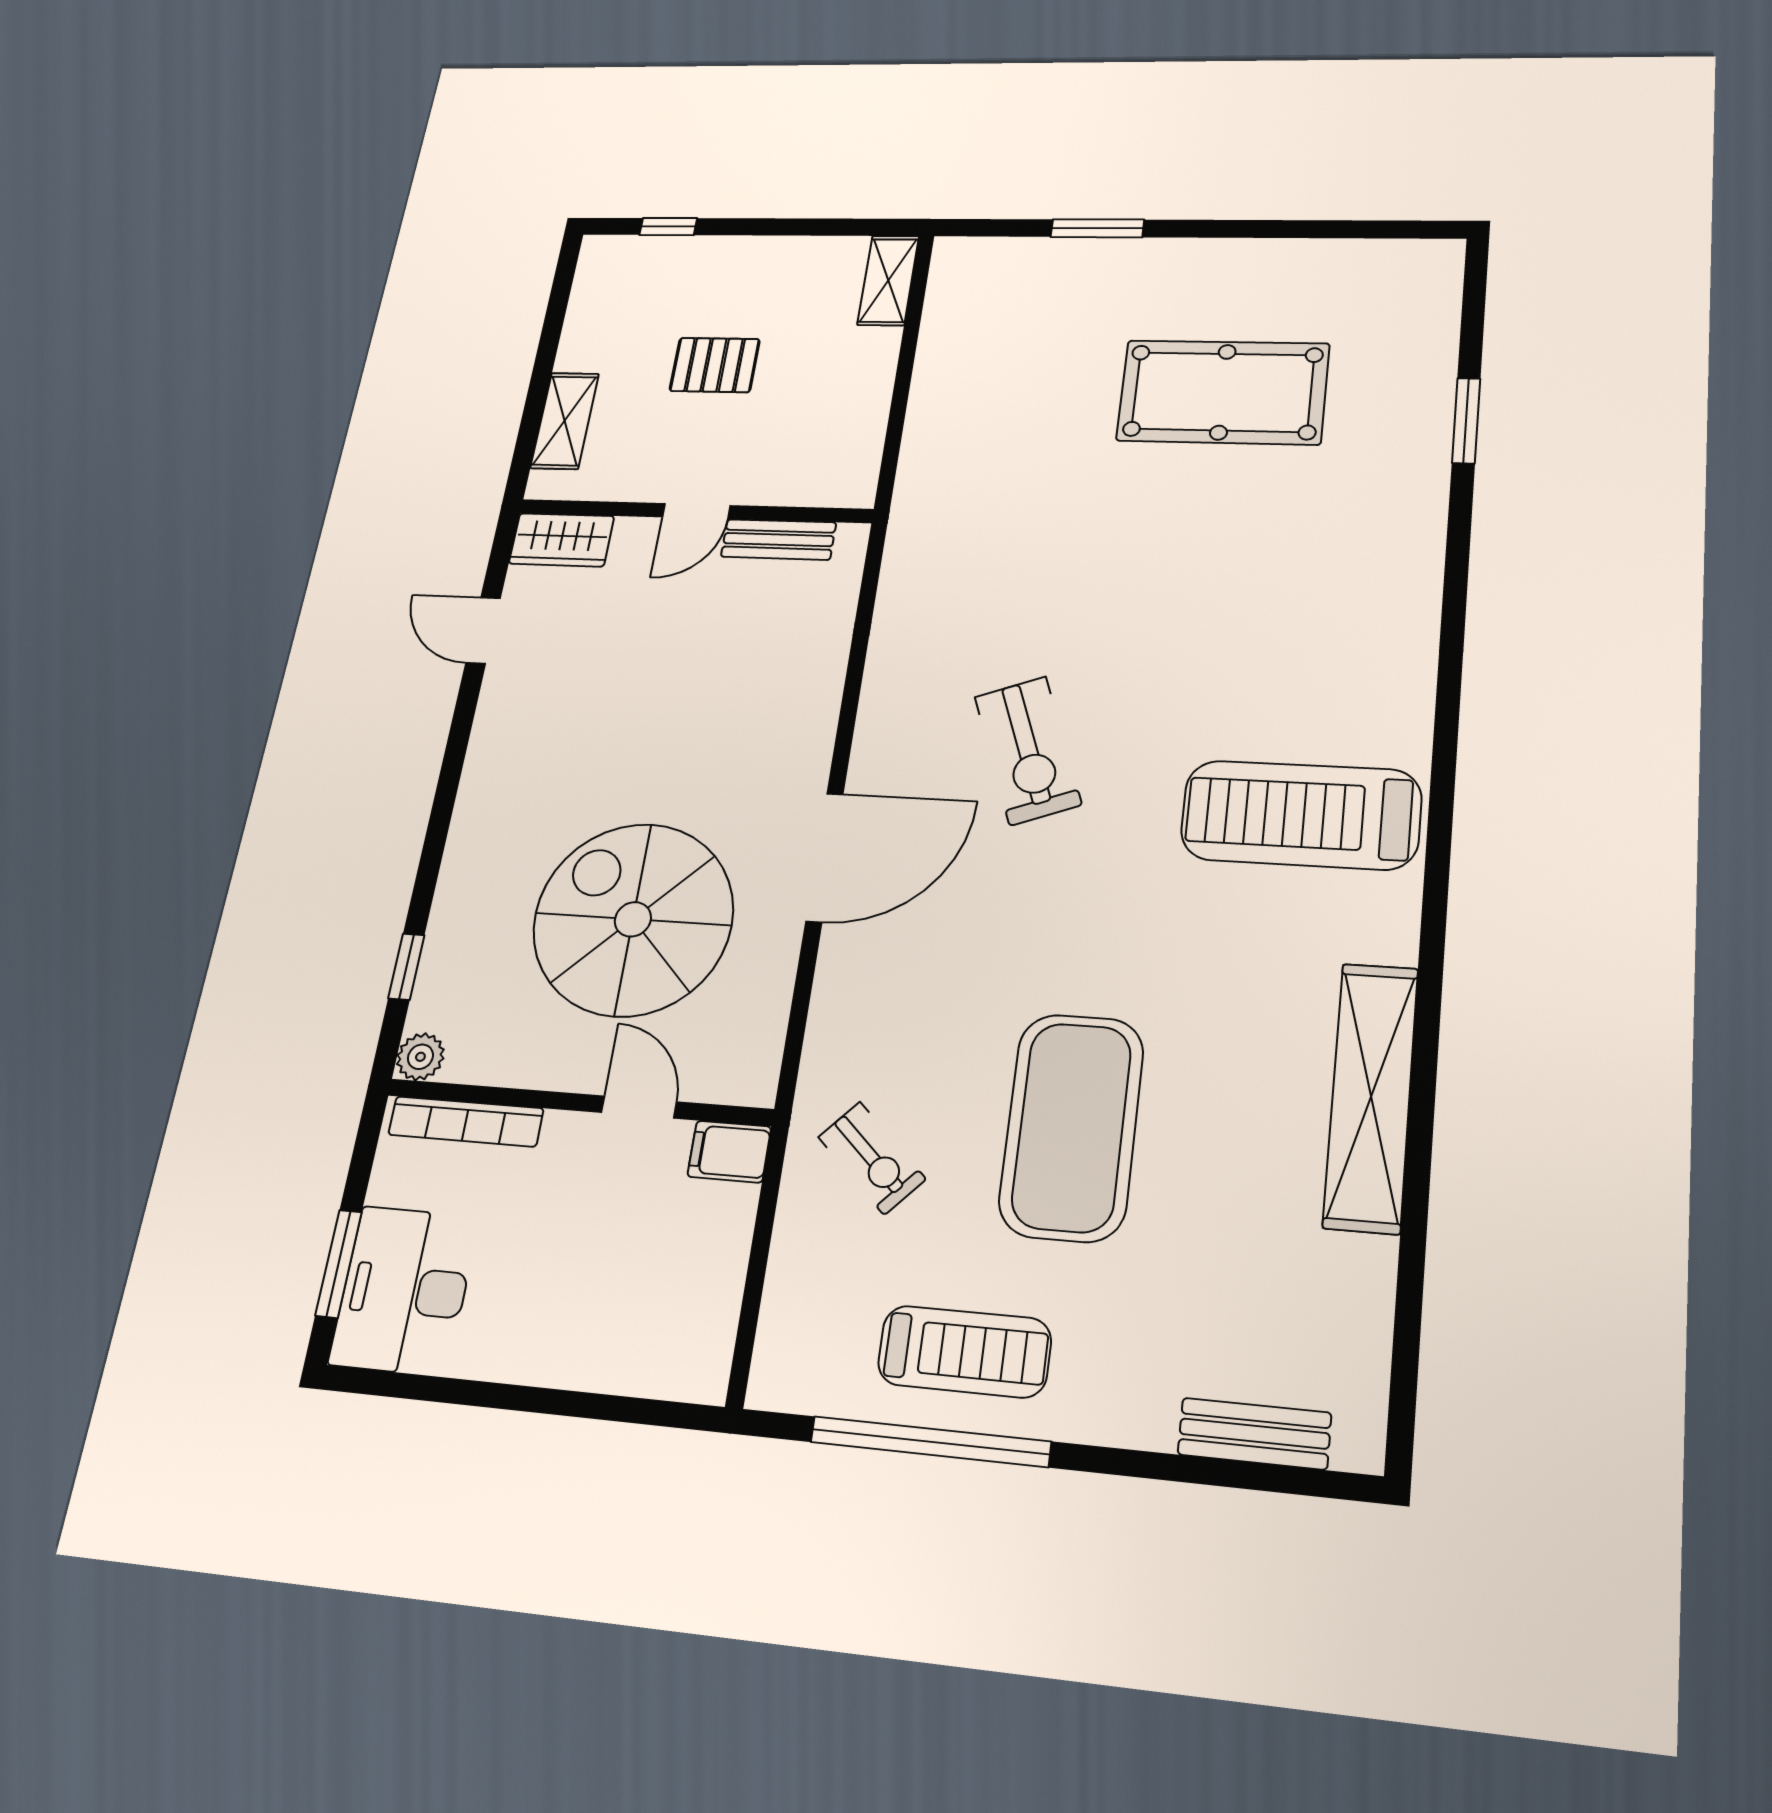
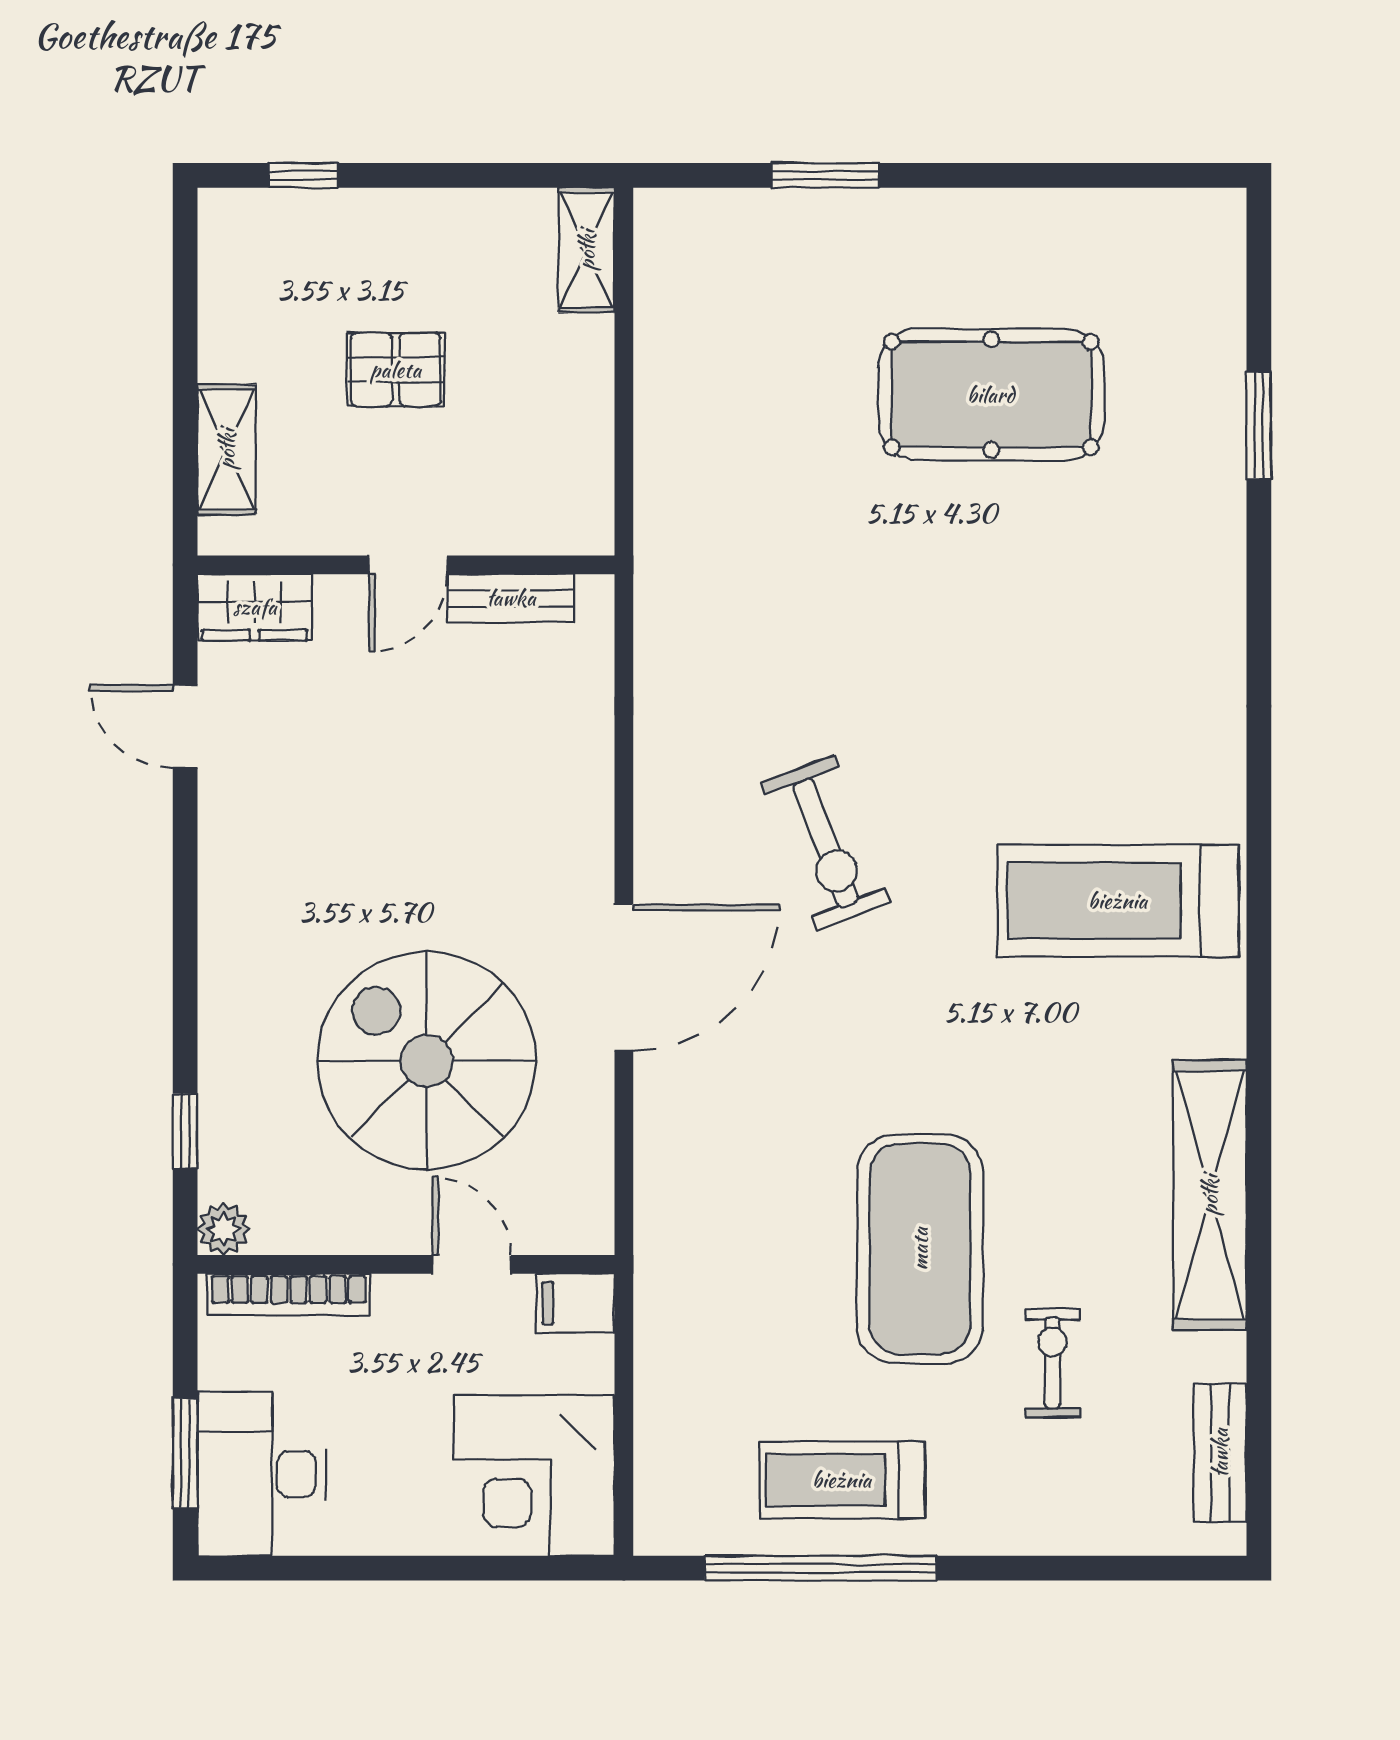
exercise bike: (872, 1158) -> (1052, 1363), moved, turned -133
corner desk: (661, 1317) -> (534, 1476), added
treadmill: (964, 1352) -> (842, 1480), turned 180
bench: (1254, 1434) -> (1220, 1453), moved, turned 90

